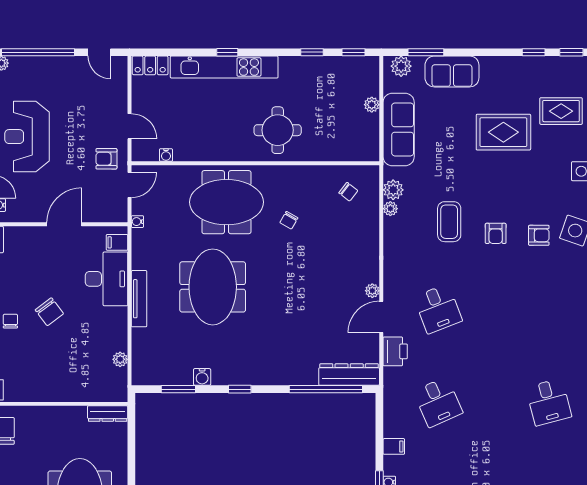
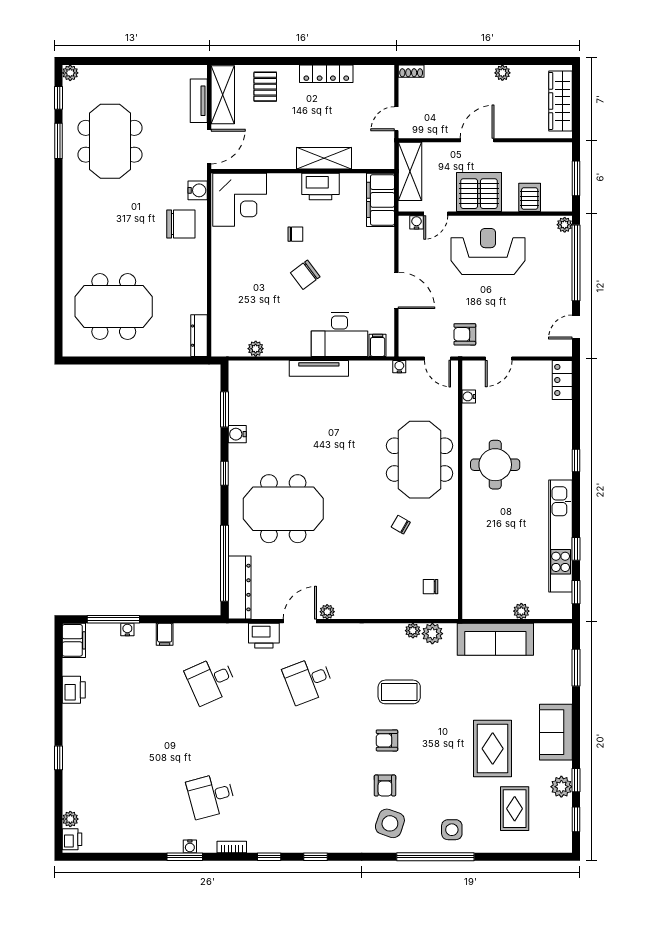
plant: (401, 66) -> (561, 787), moved
kitchen unit: (224, 67) -> (561, 536), moved
sofa: (452, 71) -> (556, 732), moved
round table: (278, 130) -> (495, 465), moved
armchair: (106, 159) -> (465, 334), turned -90
chair: (348, 192) -> (430, 587), turned 52
meeting table: (213, 287) -> (283, 509), moved
door: (381, 317) -> (300, 621), hinge flipped

